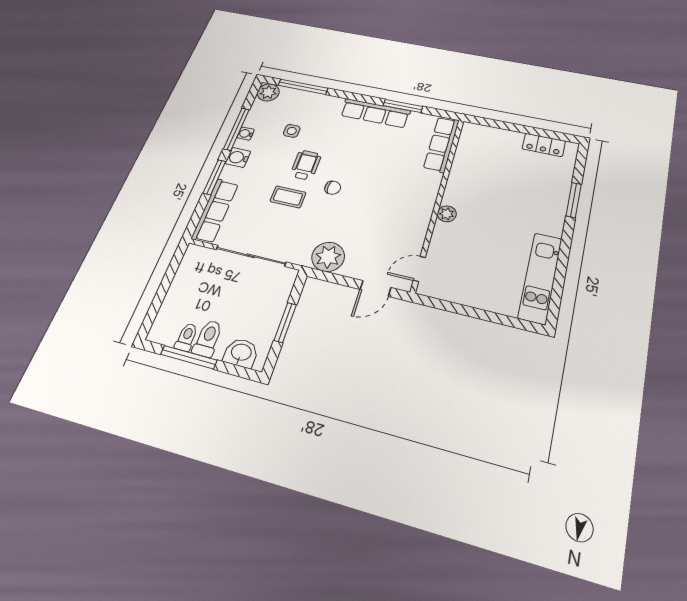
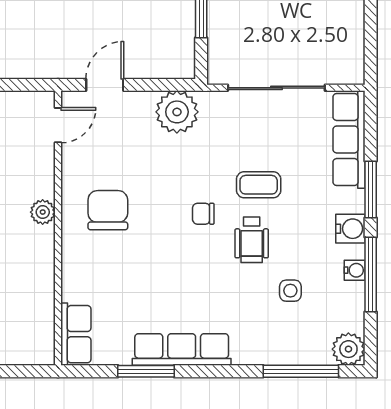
row of seats: (441, 144) -> (76, 334), width x0.68
chair: (399, 205) -> (108, 210), added

